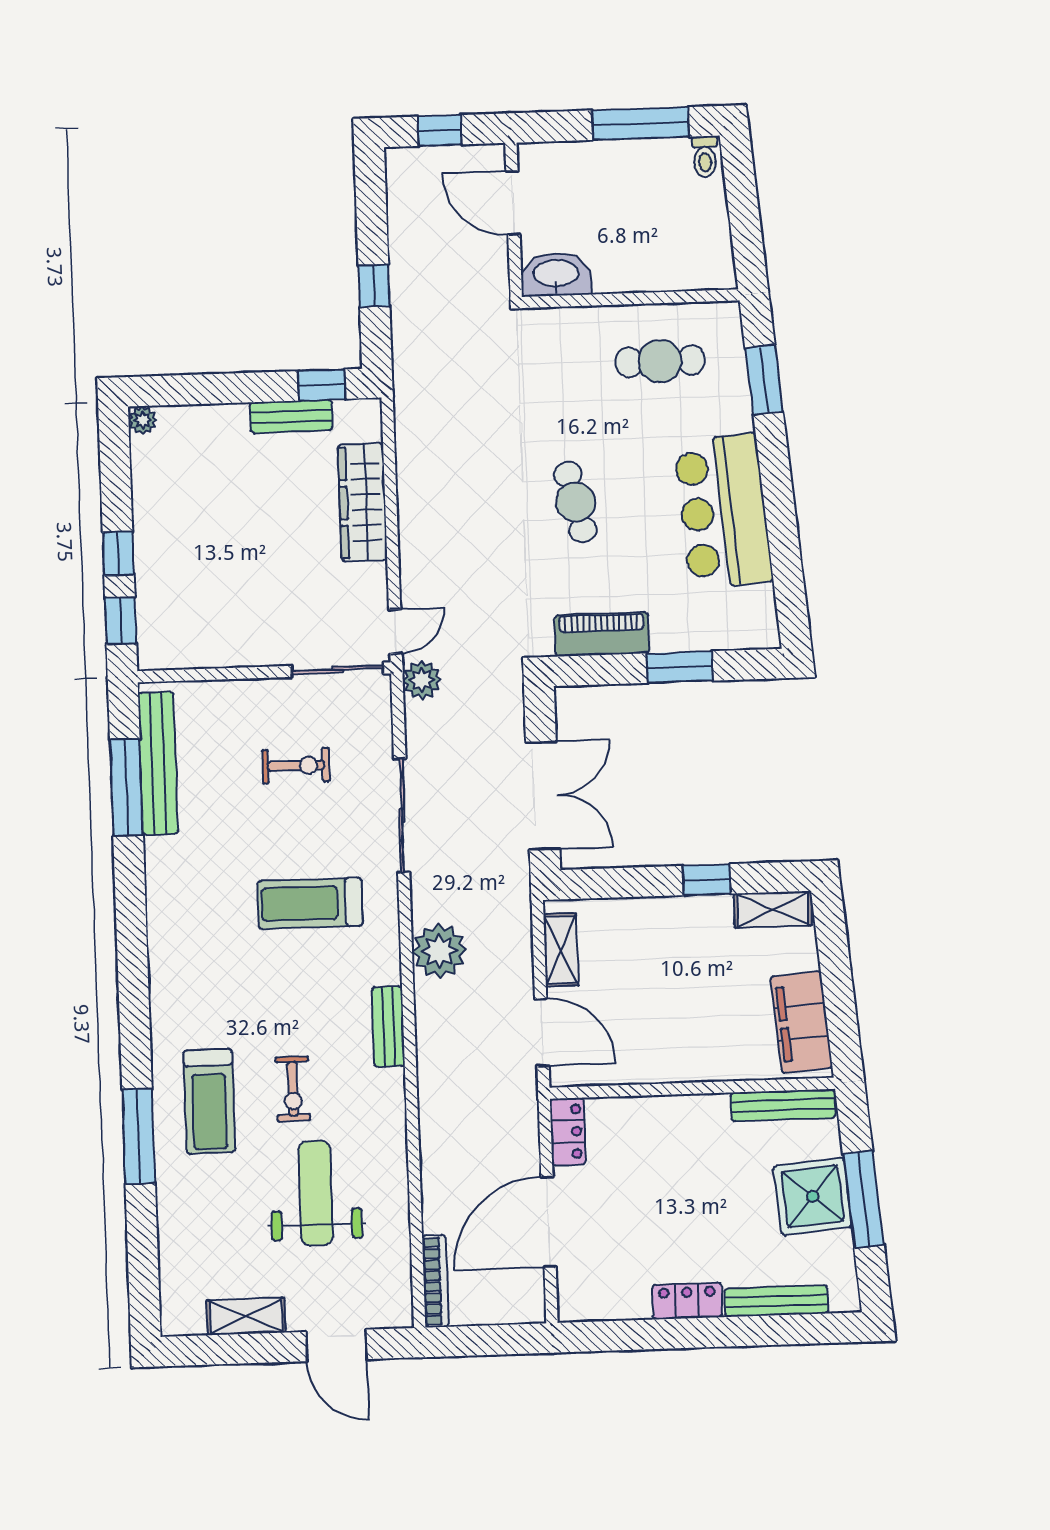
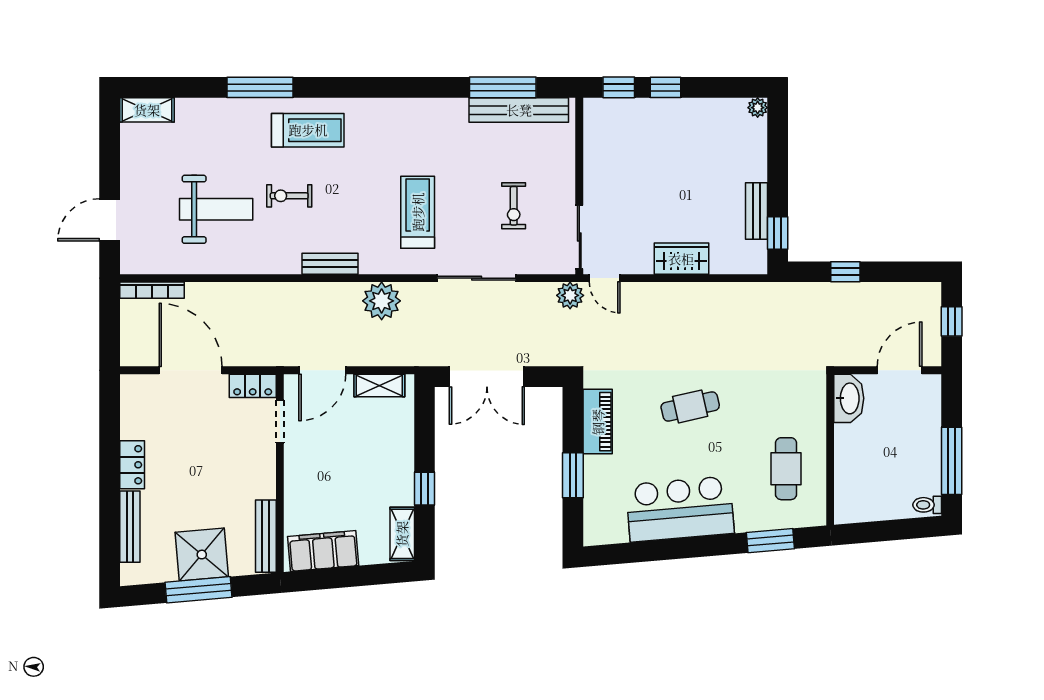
wardrobe: (363, 502) -> (681, 259), width x0.67
doorway: (618, 1091) -> (280, 422), added
treadmill: (209, 1101) -> (308, 130), moved, turned 180
shelving: (246, 1316) -> (147, 110), moved, turned 90

